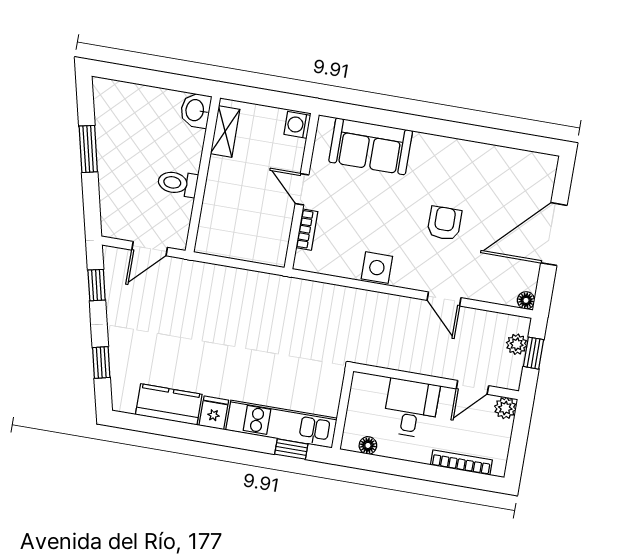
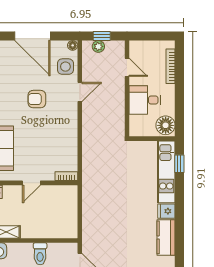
bookcase: (307, 230) -> (66, 176), moved
side table: (377, 268) -> (65, 67), moved
plant: (505, 408) -> (136, 47), removed
floor lamp: (368, 445) -> (166, 125), width x1.89, depth x1.89

